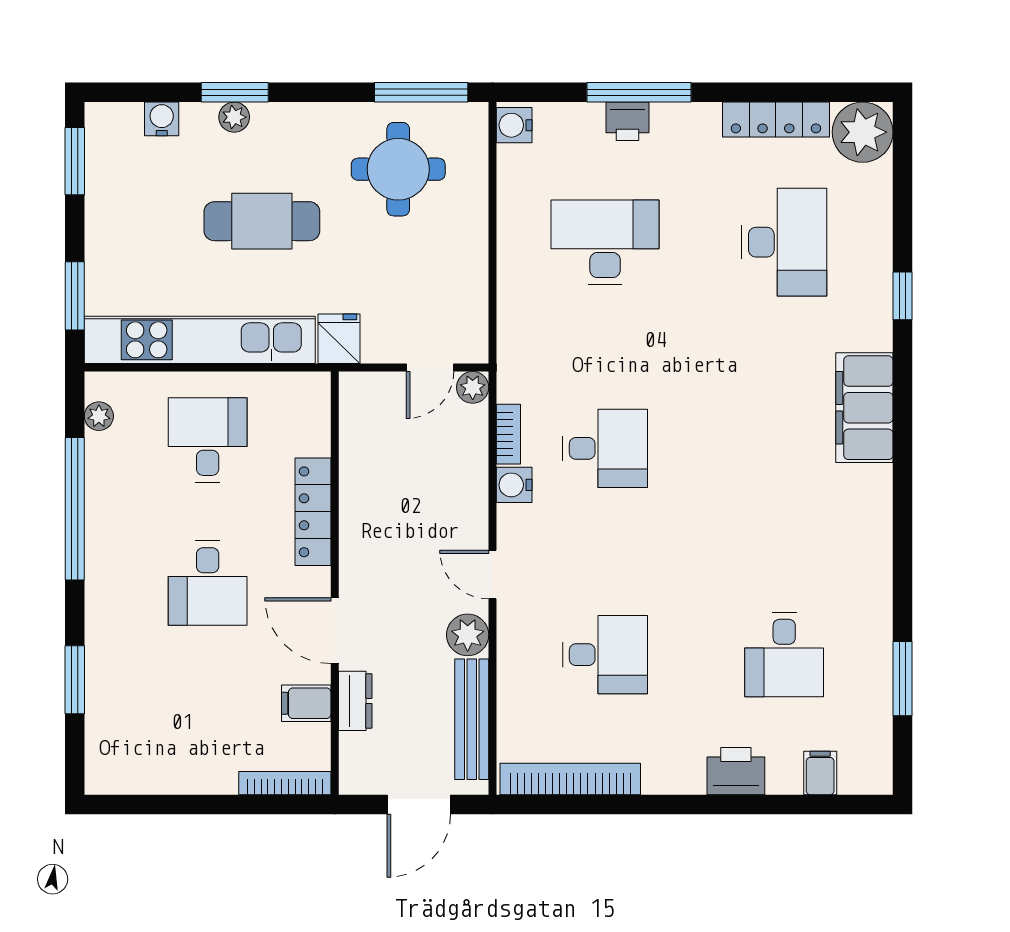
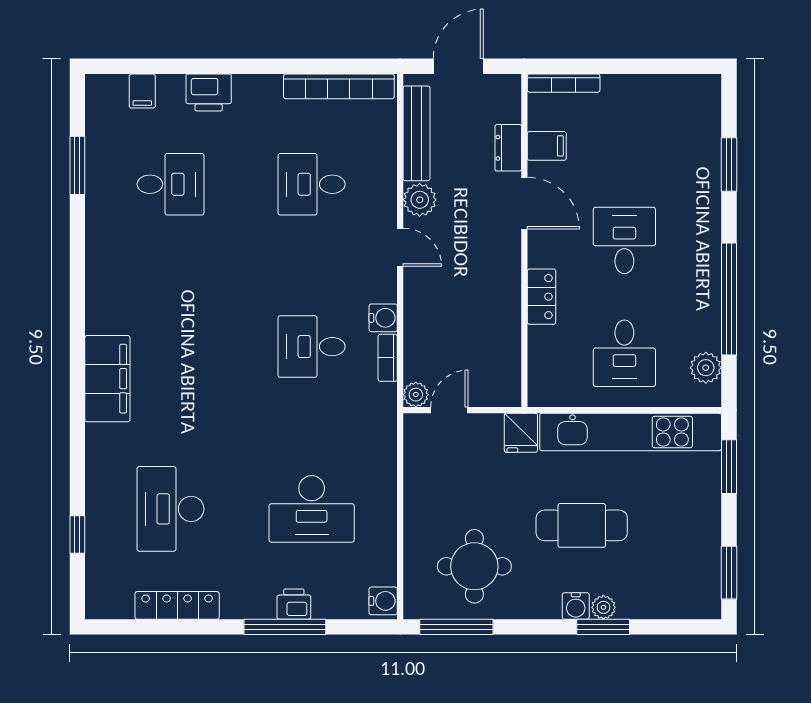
water cooler: (162, 119) -> (576, 606), moved
plant: (863, 132) -> (109, 595), removed
window: (903, 296) -> (77, 534), moved
plant: (99, 416) -> (706, 368), width x1.38, depth x1.38
locker: (313, 512) -> (541, 297), width x0.66
desk: (784, 655) -> (171, 184), turned 90

